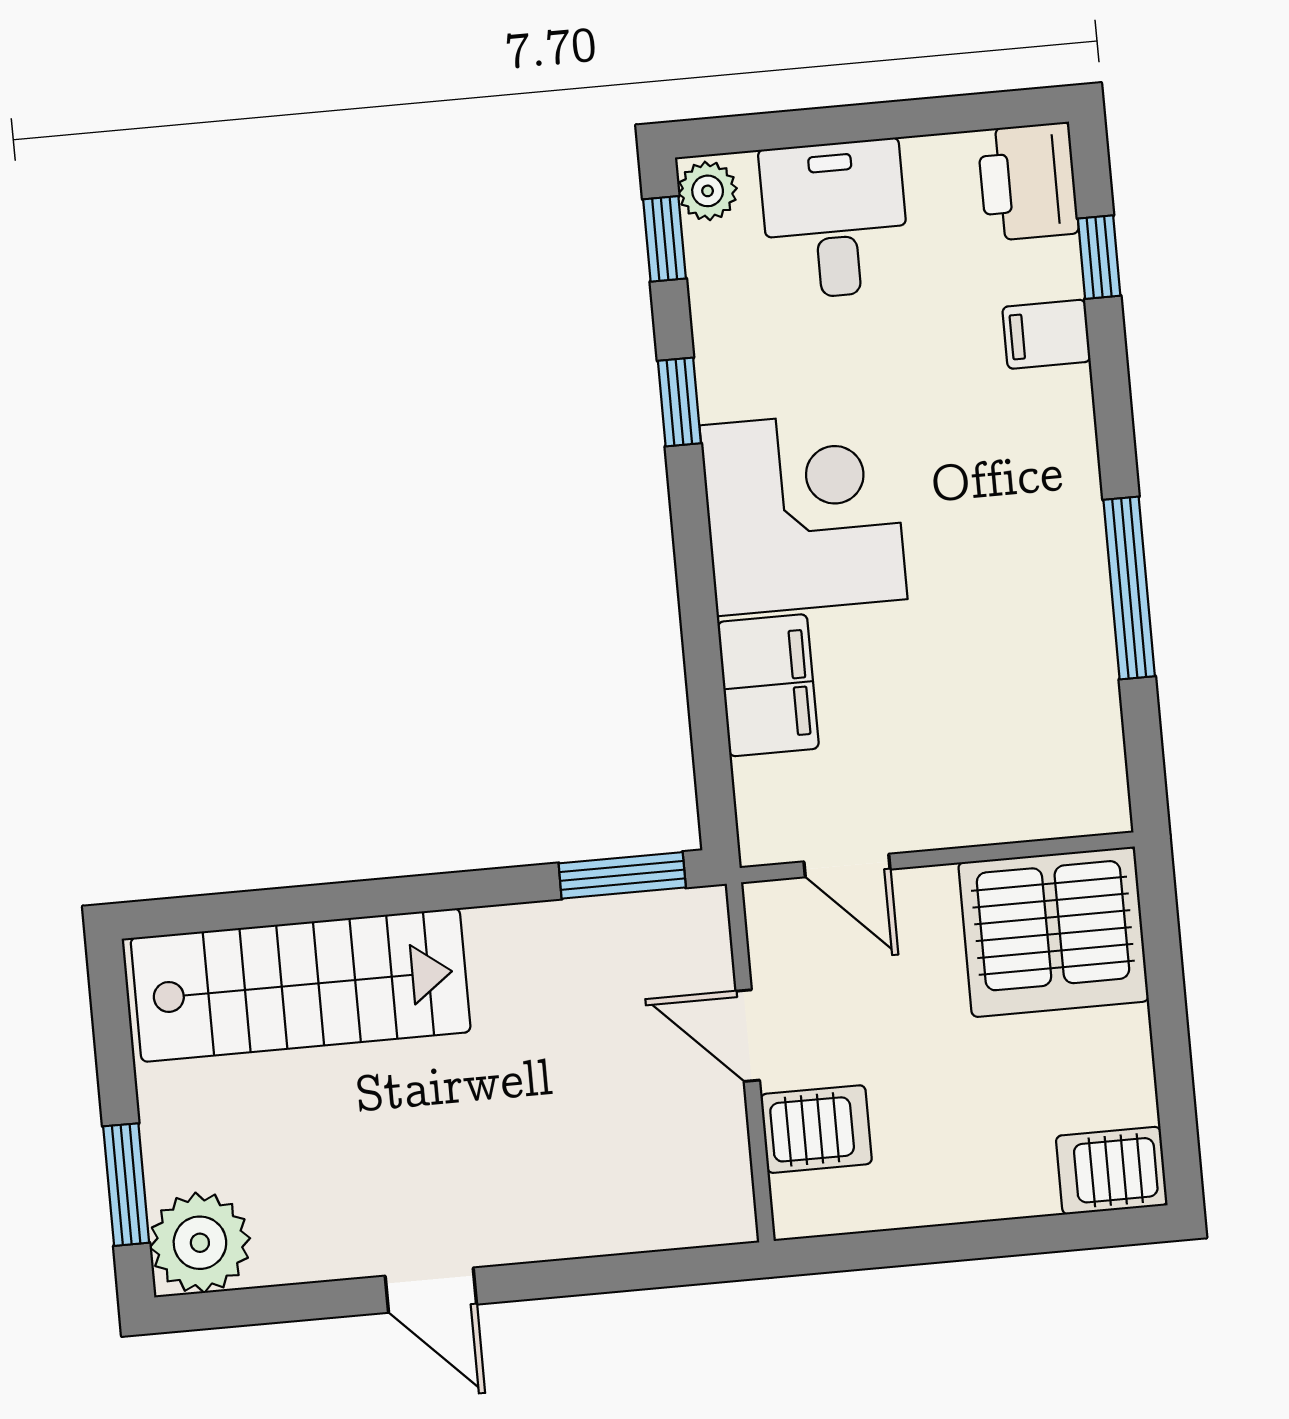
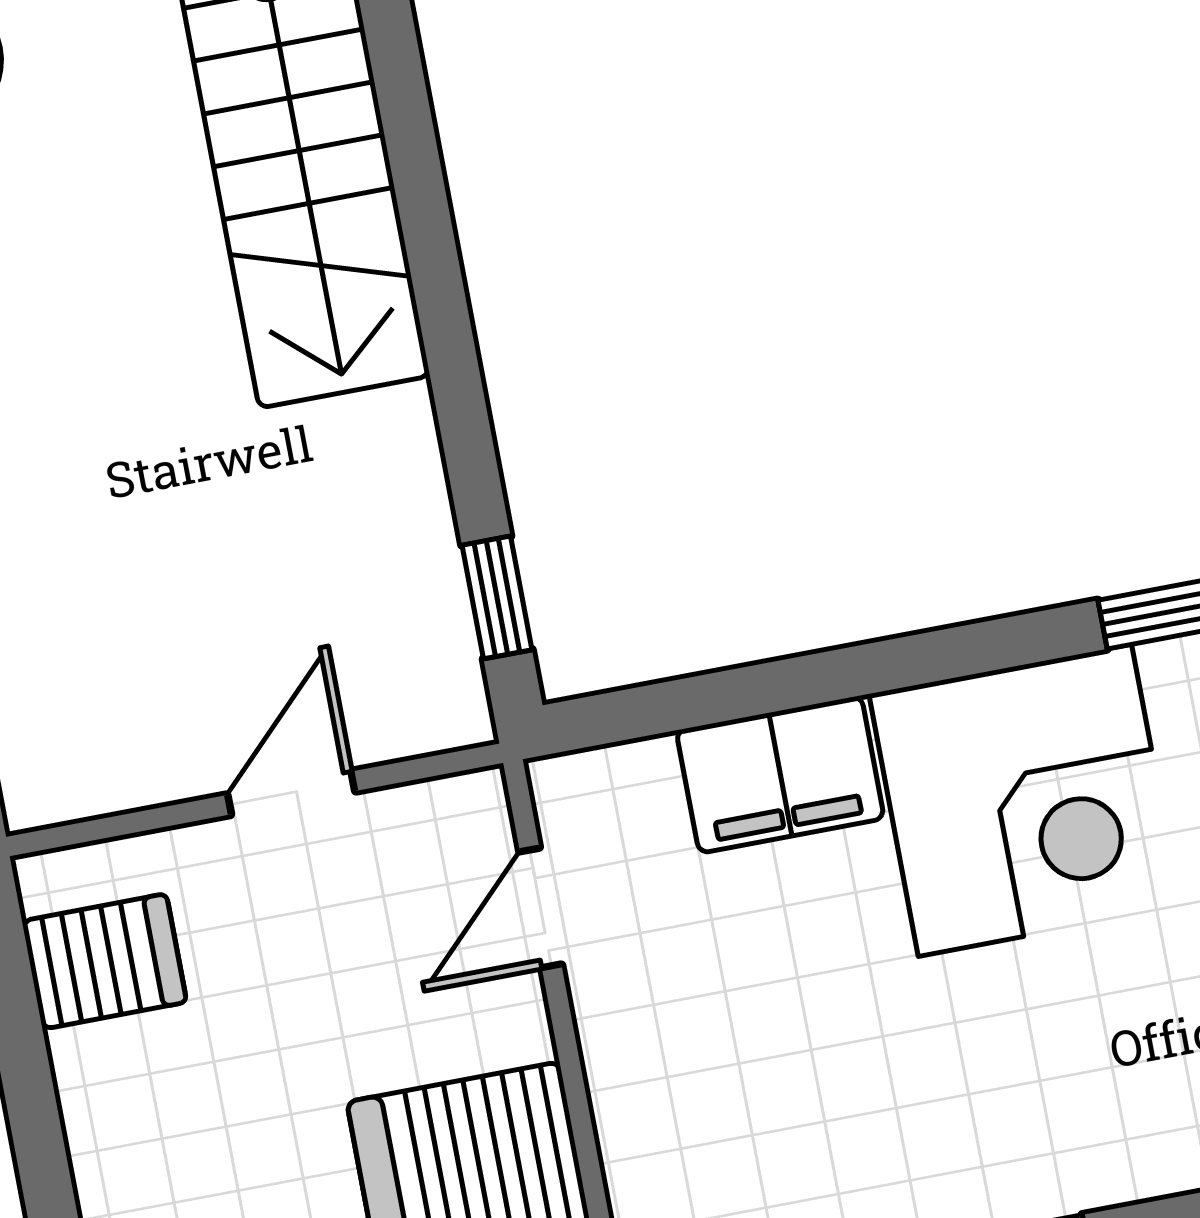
window: (622, 875) -> (497, 597), width x0.67
server rack: (816, 1129) -> (104, 961), moved, turned -90

